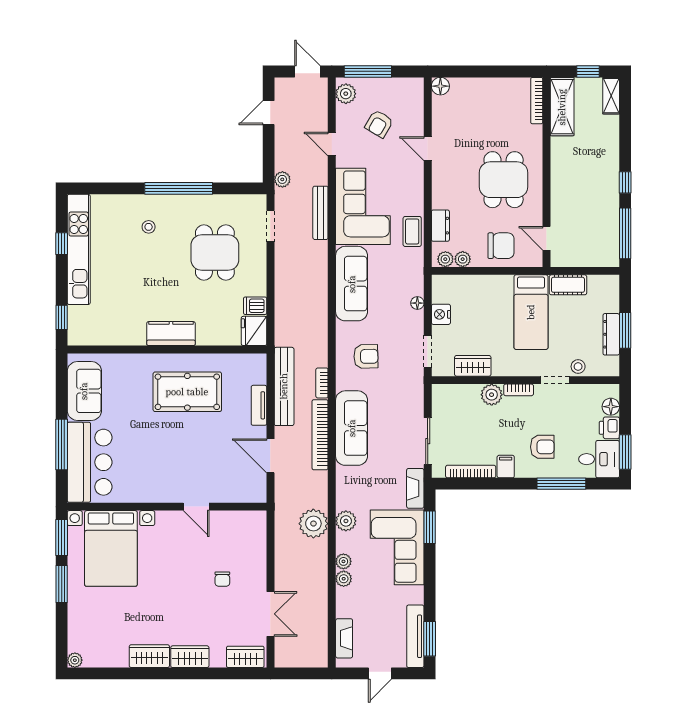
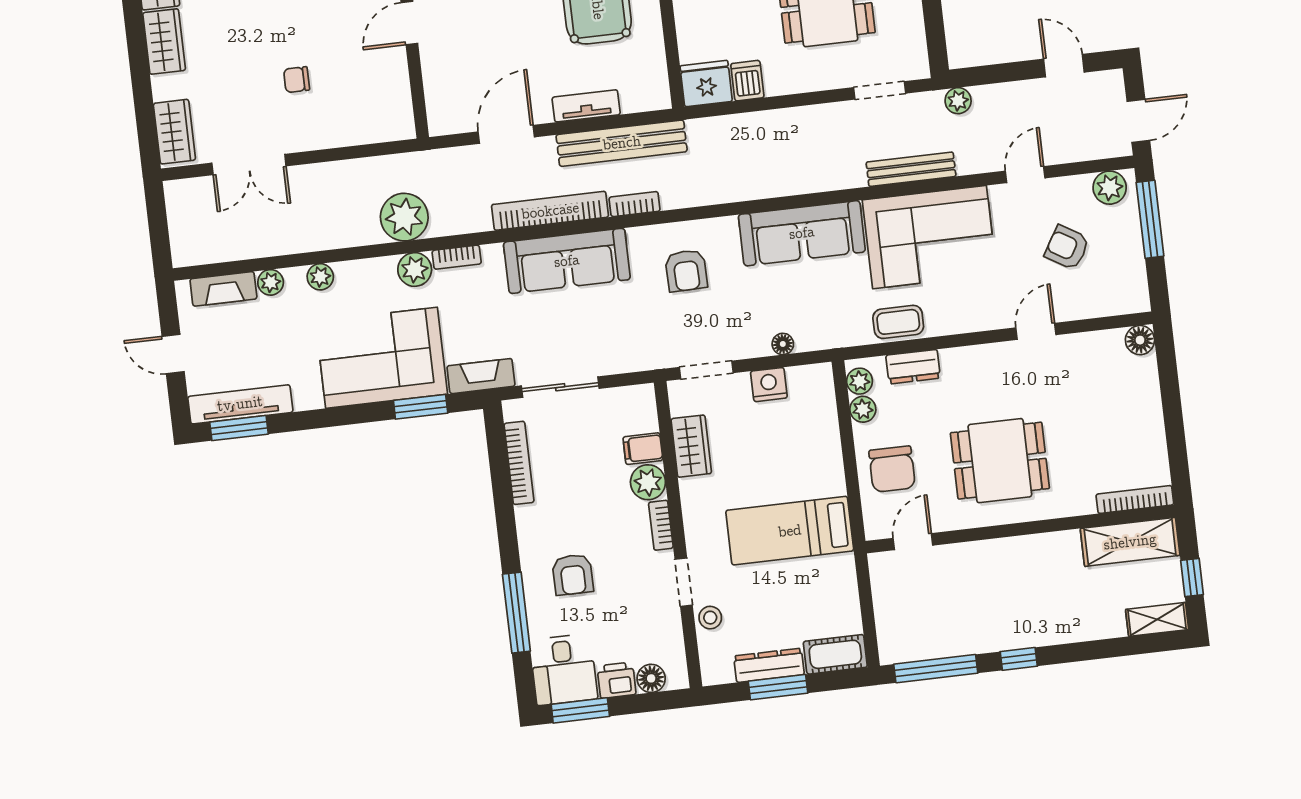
cot: (568, 285) -> (835, 654), moved, turned 90
filing cabinet: (506, 467) -> (643, 449), moved, turned 180
bookcase: (341, 495) -> (457, 257), added
plant: (343, 561) -> (271, 282), moved

